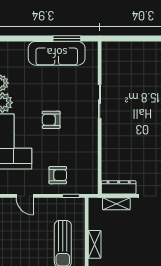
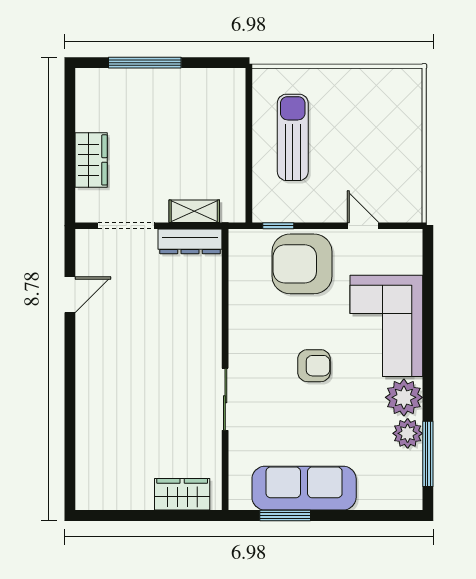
wardrobe: (123, 50) -> (182, 494), added
armchair: (58, 175) -> (302, 264), width x1.88, depth x1.88
shelving: (95, 244) -> (234, 136), removed

